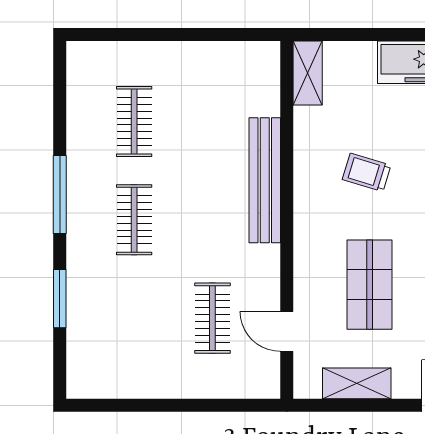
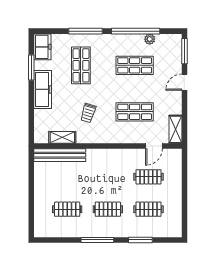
shelving: (308, 73) -> (62, 137), moved
bench: (265, 180) -> (60, 155), moved
clothes rail: (134, 318) -> (148, 209), added
shelving: (357, 383) -> (175, 129), moved

